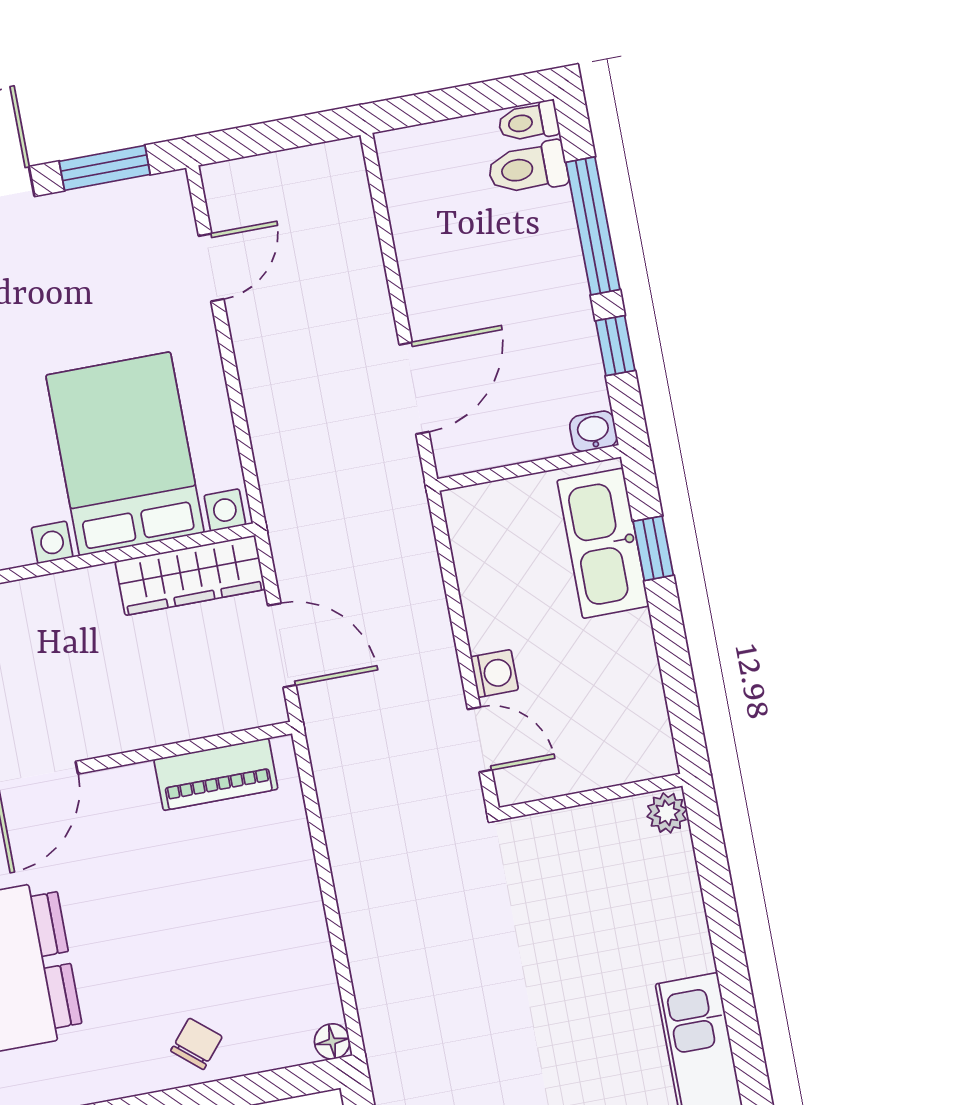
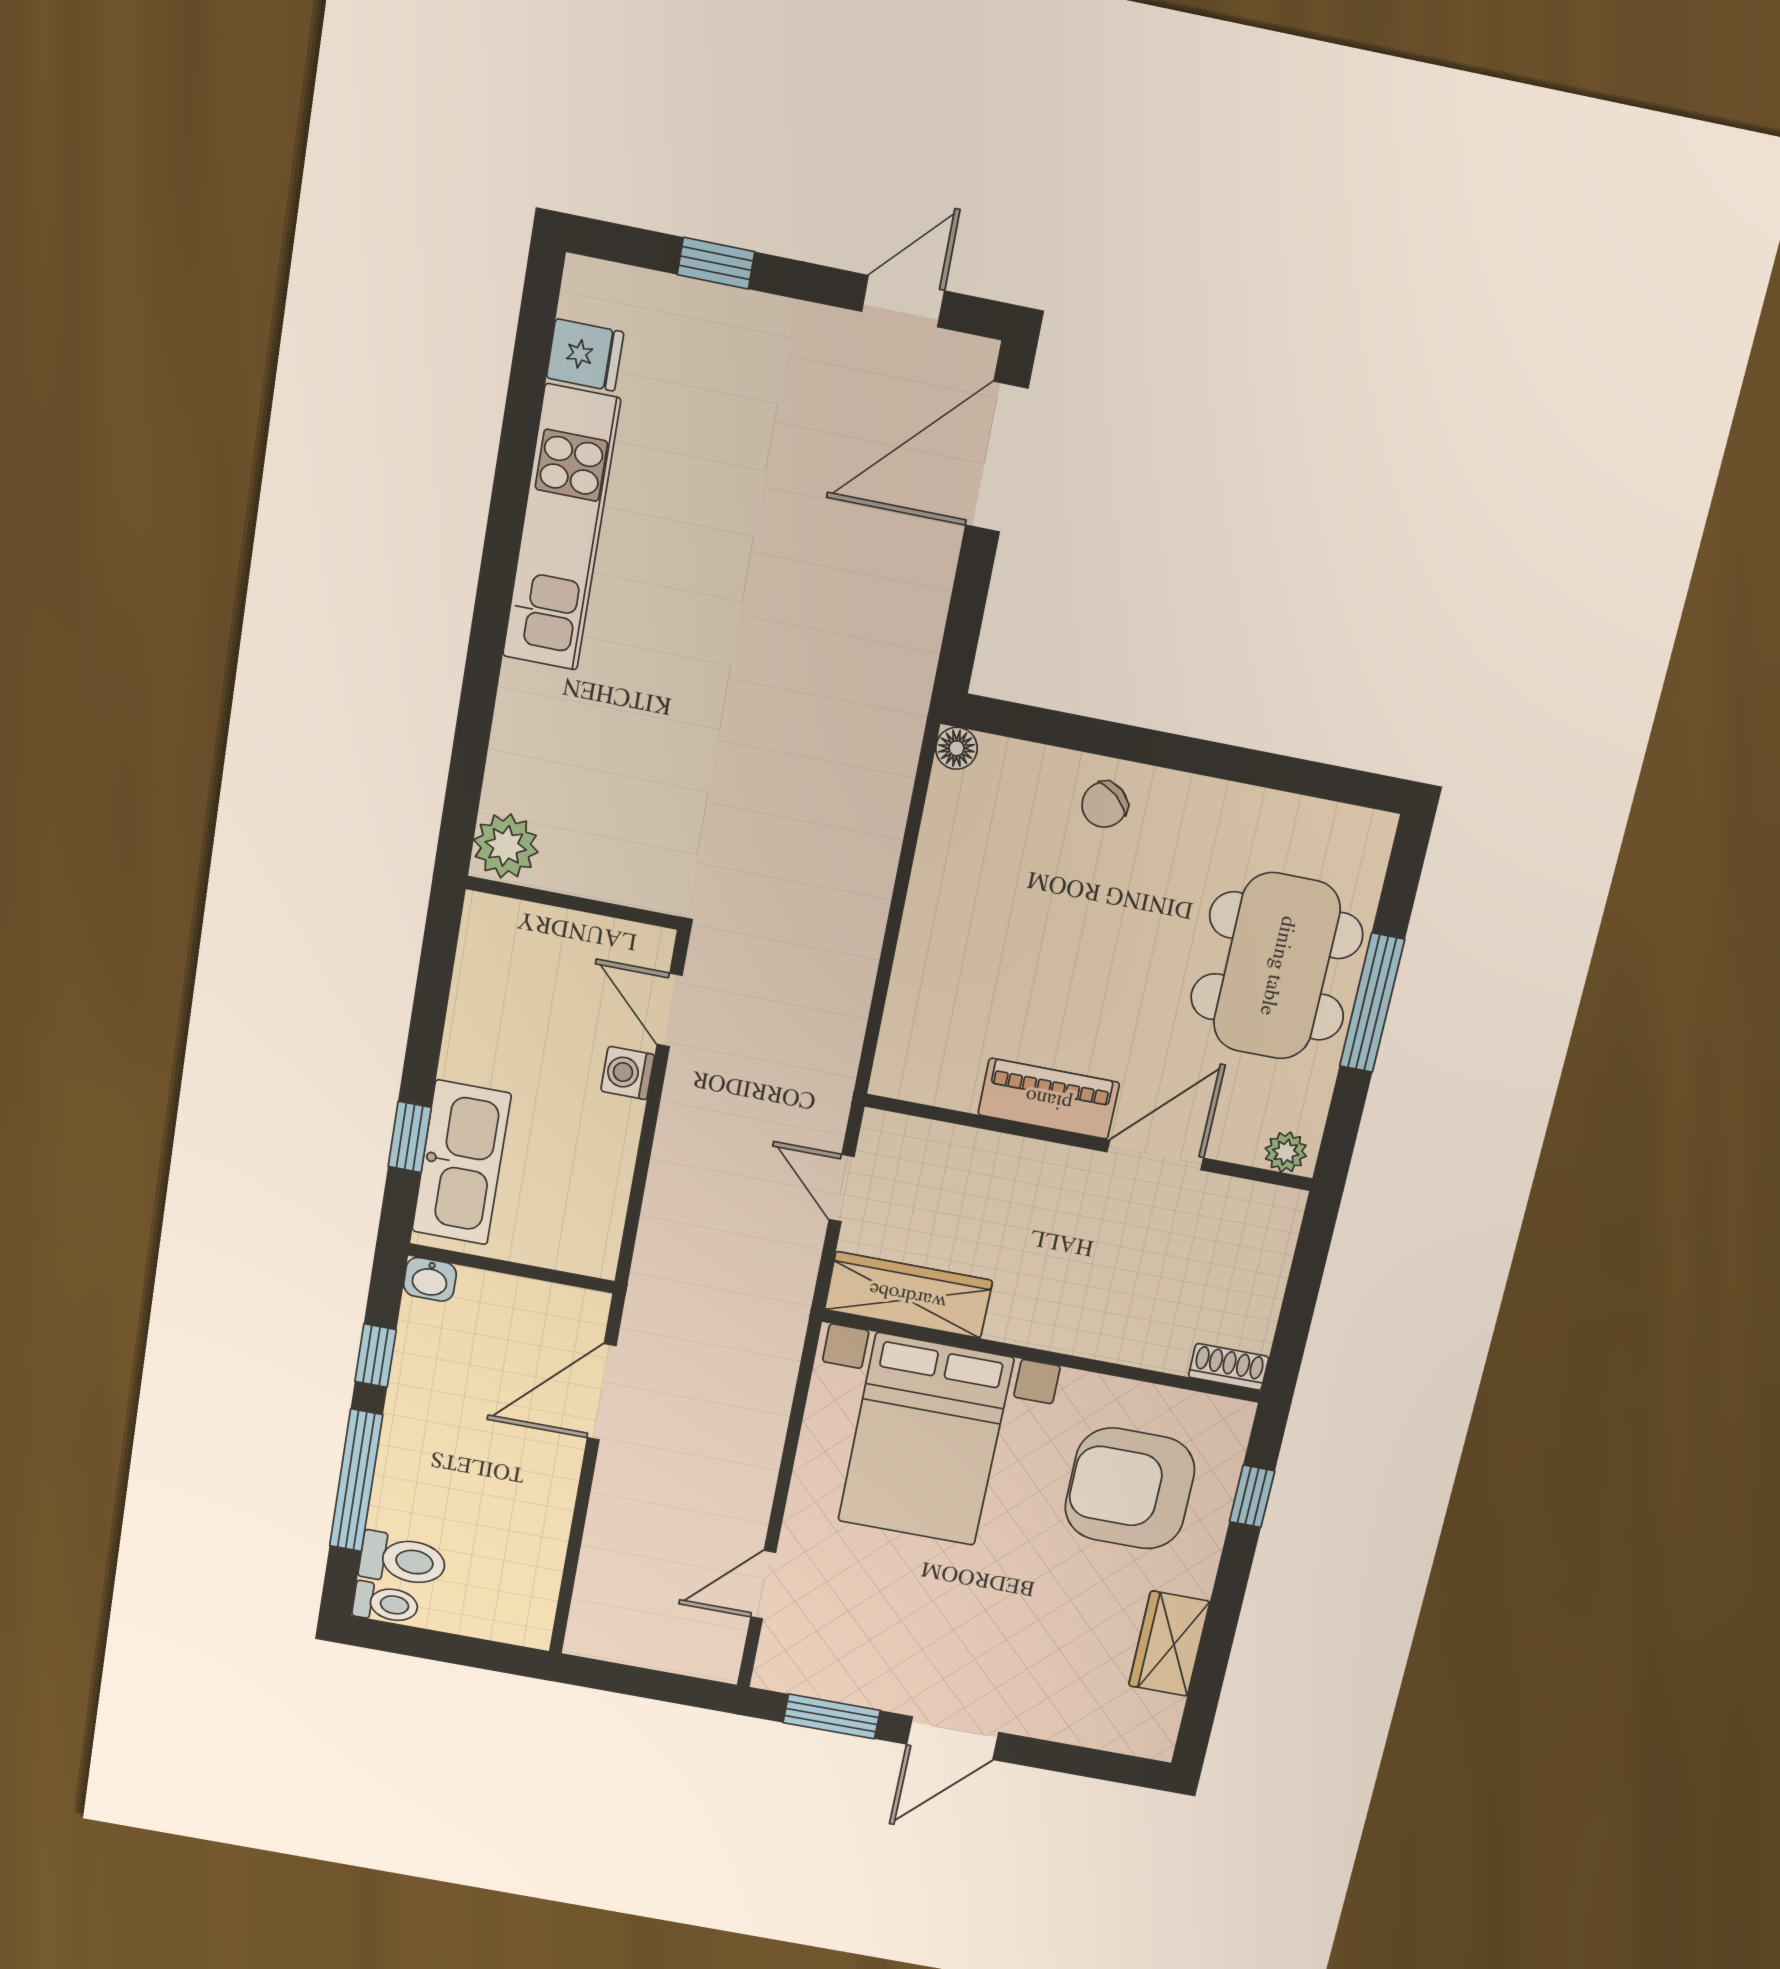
door: (282, 645) -> (842, 1188), width x0.73
piano: (216, 774) -> (1049, 1099), moved
plant: (667, 813) -> (506, 846), width x1.38, depth x1.38

